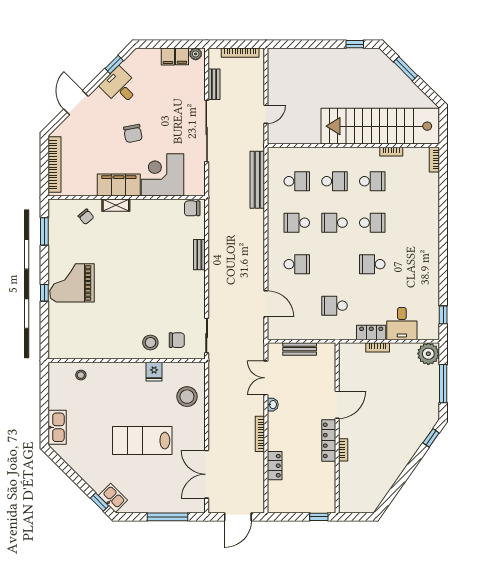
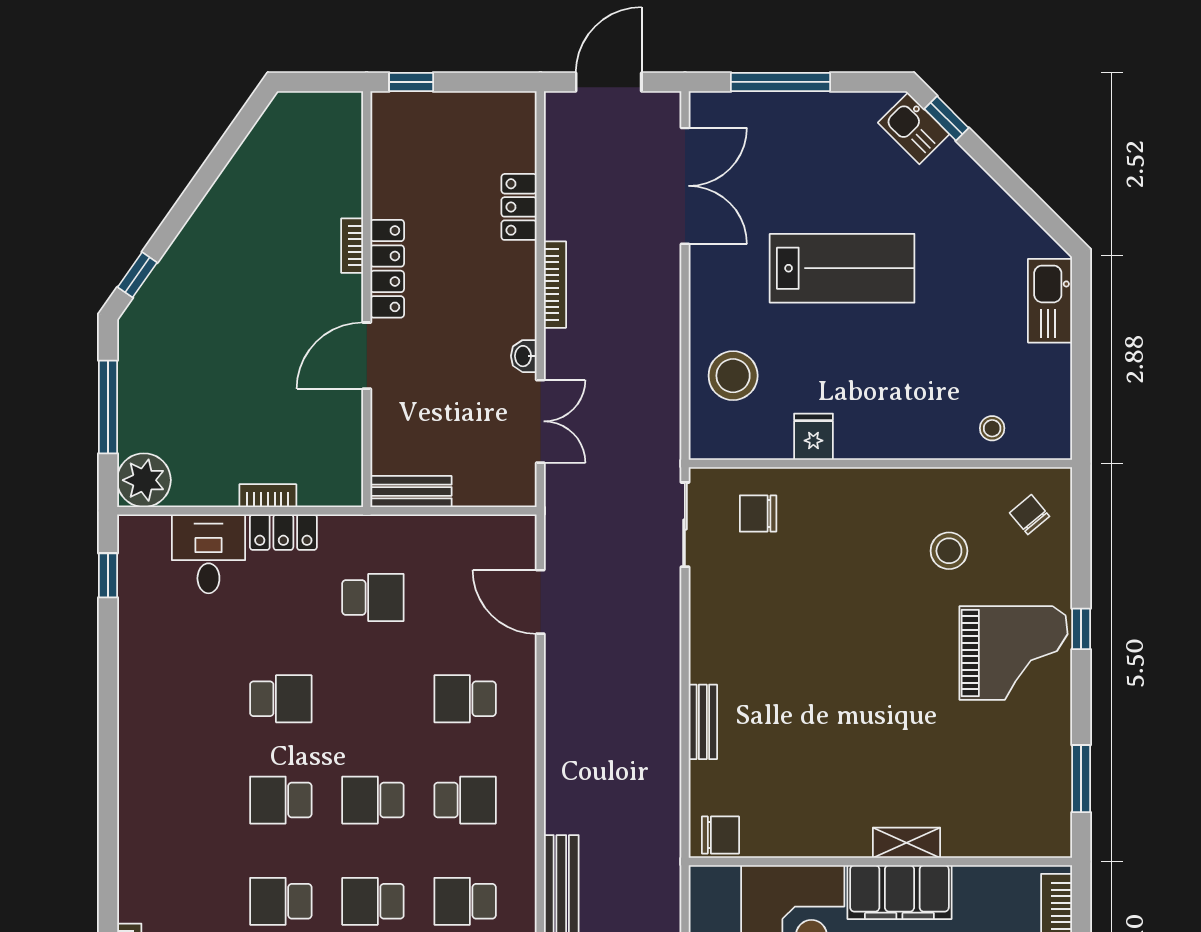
chair: (86, 217) -> (1030, 515), moved
school desk: (335, 223) -> (373, 800), turned 180
stool: (150, 343) -> (949, 551), moved
bench: (300, 349) -> (411, 491), moved

